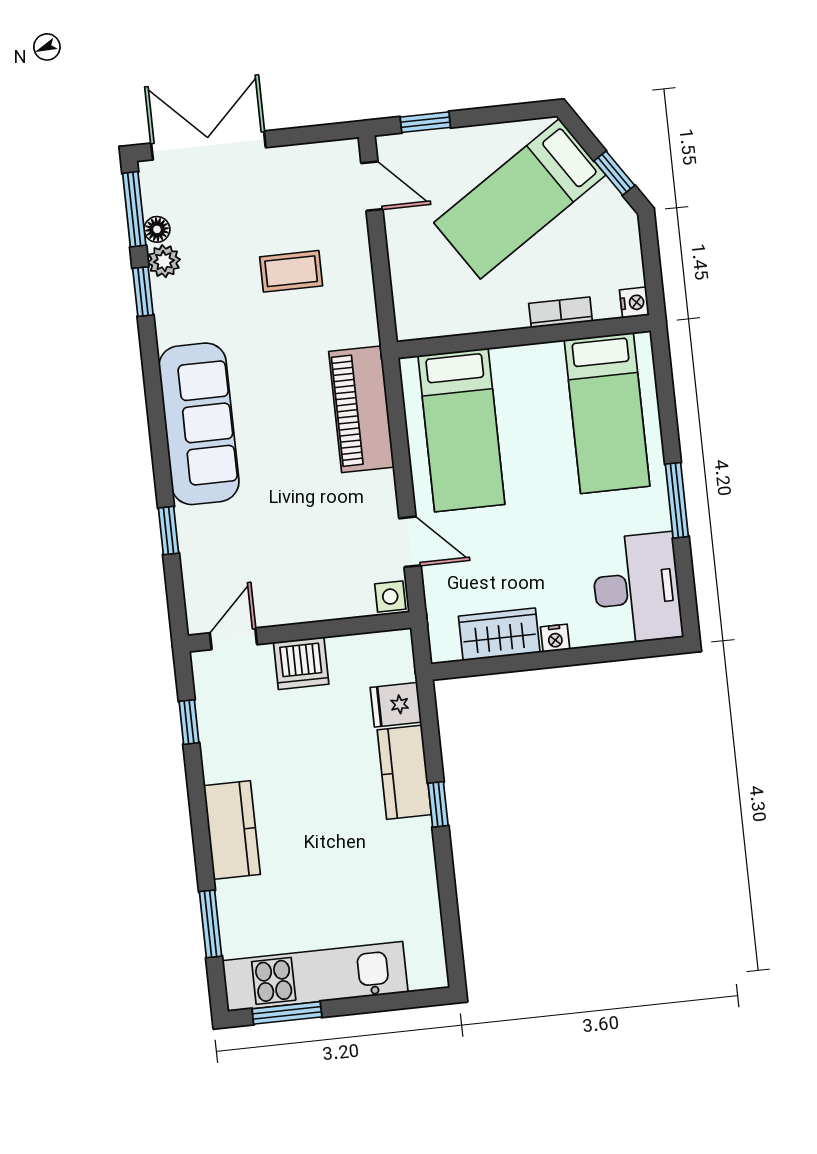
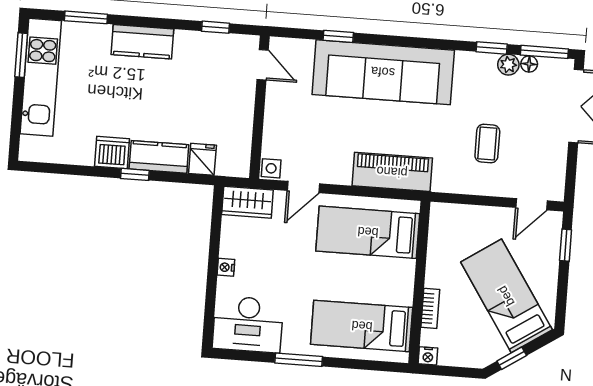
sofa: (199, 424) -> (383, 72), width x1.36, depth x1.27
wardrobe: (499, 634) -> (247, 202), moved, turned 90
dishwasher: (301, 663) -> (112, 152), moved, turned 90

